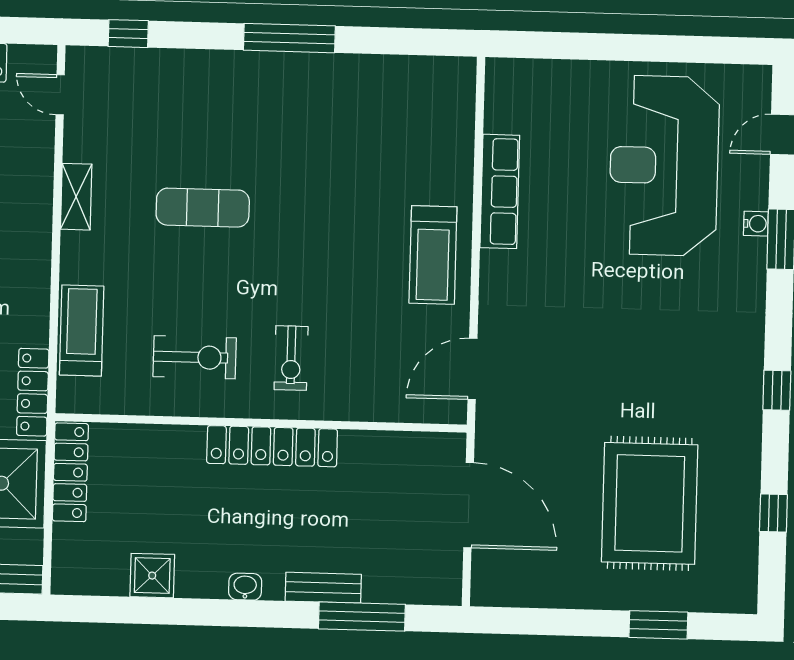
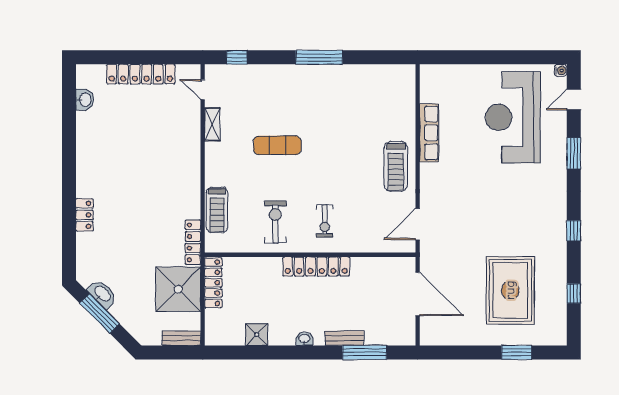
shelving: (76, 197) -> (212, 124), moved
water cooler: (756, 224) -> (561, 70), moved
treadmill: (82, 330) -> (217, 210), turned 180
exercise bike: (195, 357) -> (275, 222), turned -90

